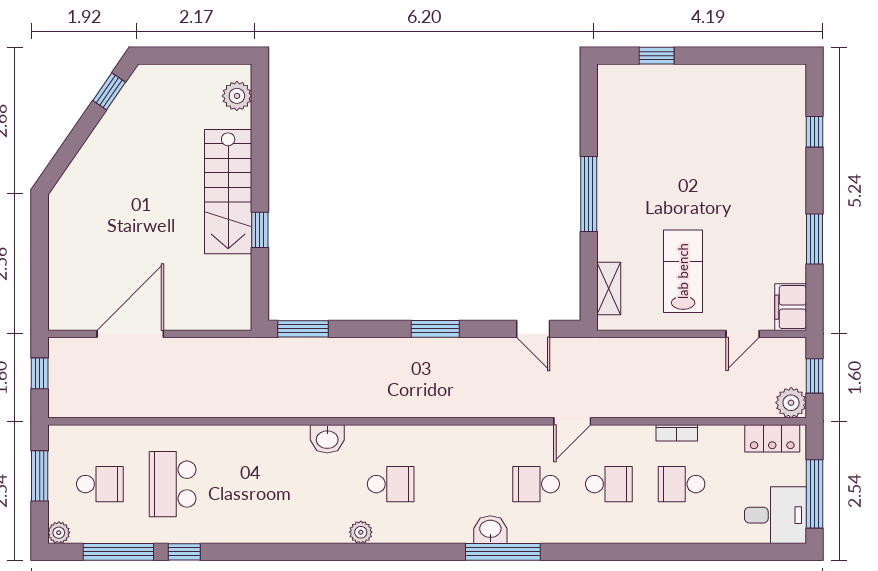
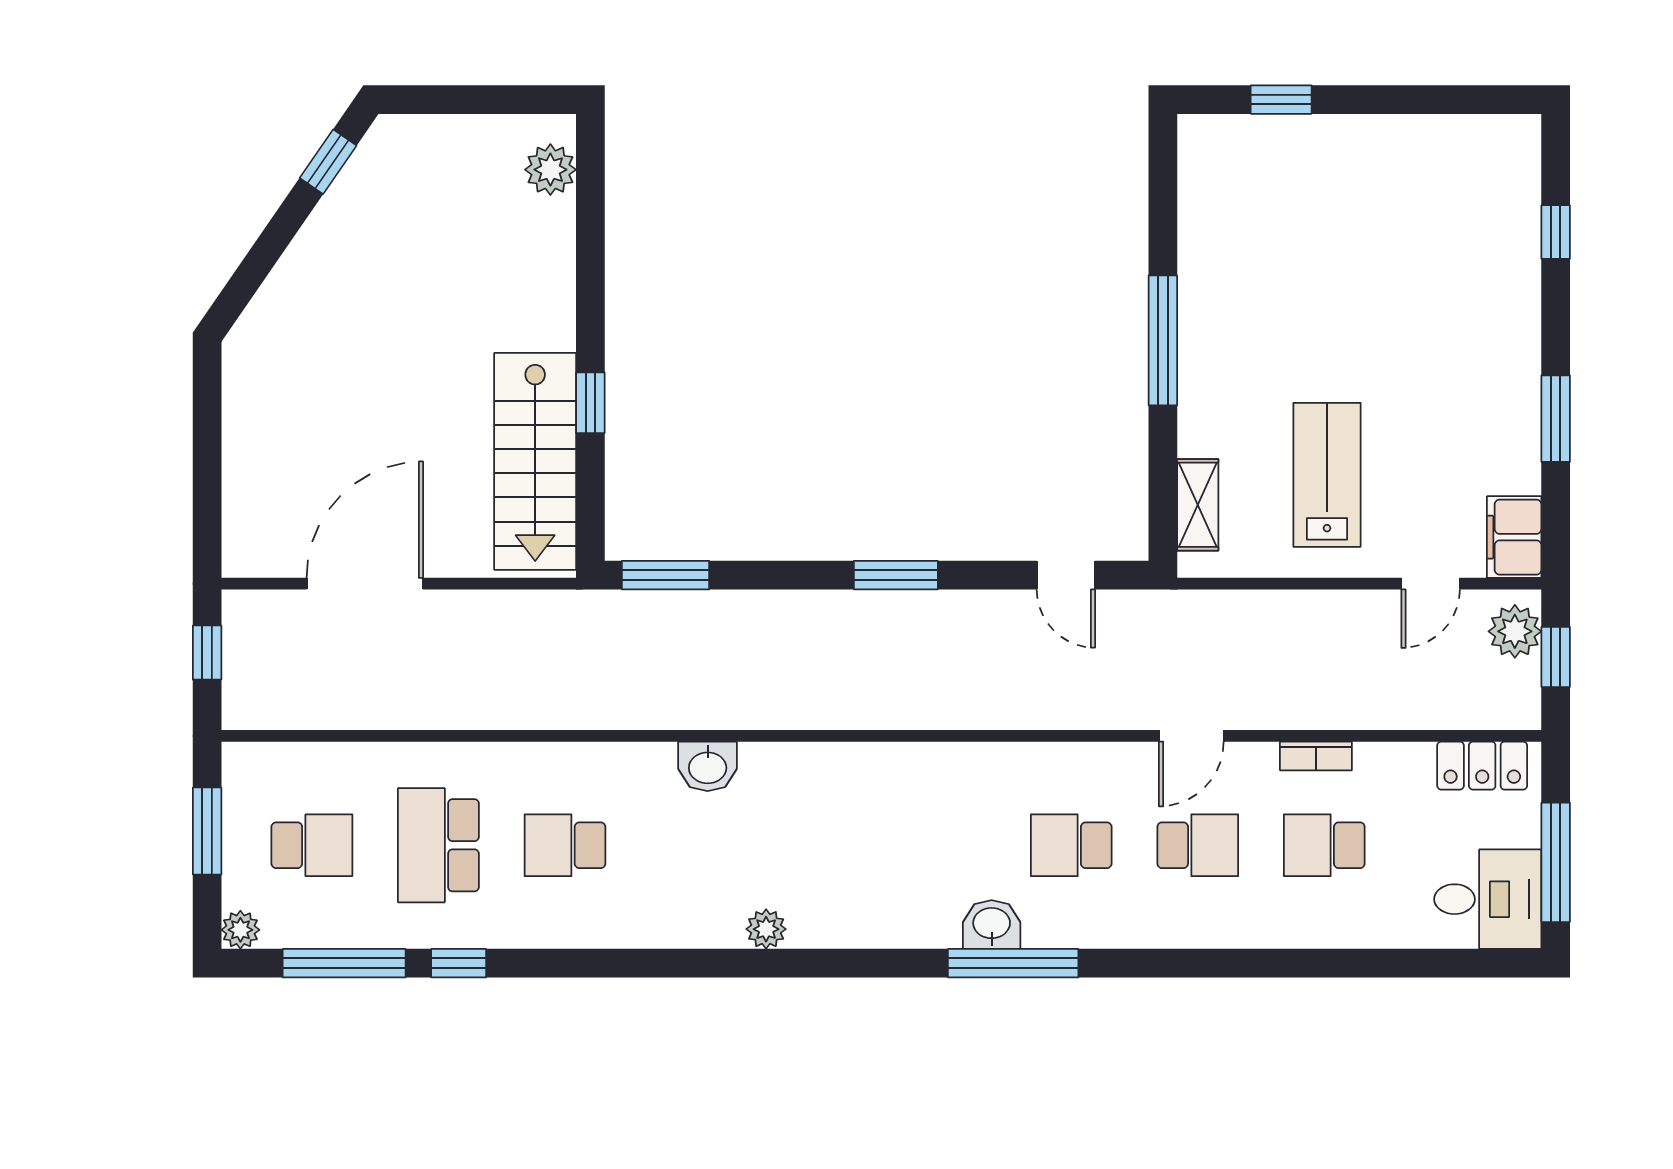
stairs: (228, 192) -> (535, 461), moved
plant: (791, 403) -> (1515, 631), moved
door: (572, 421) -> (1191, 736), moved
school desk: (391, 484) -> (565, 845), moved, turned 180

